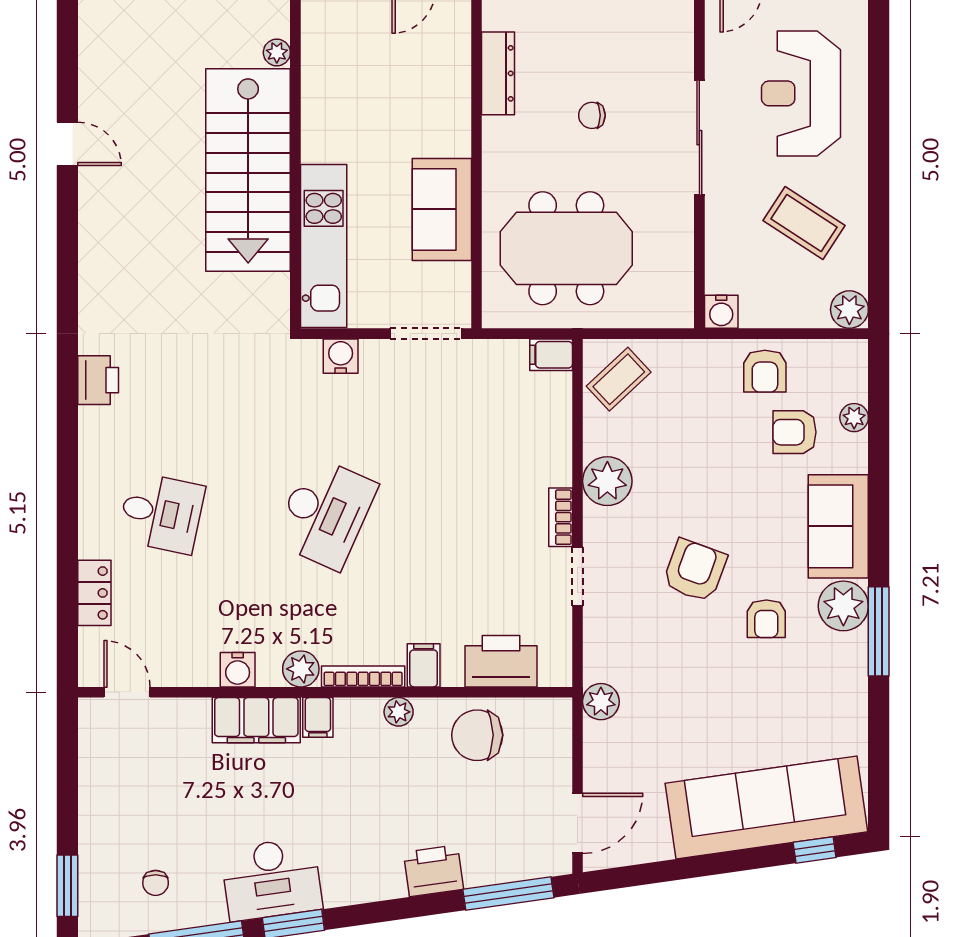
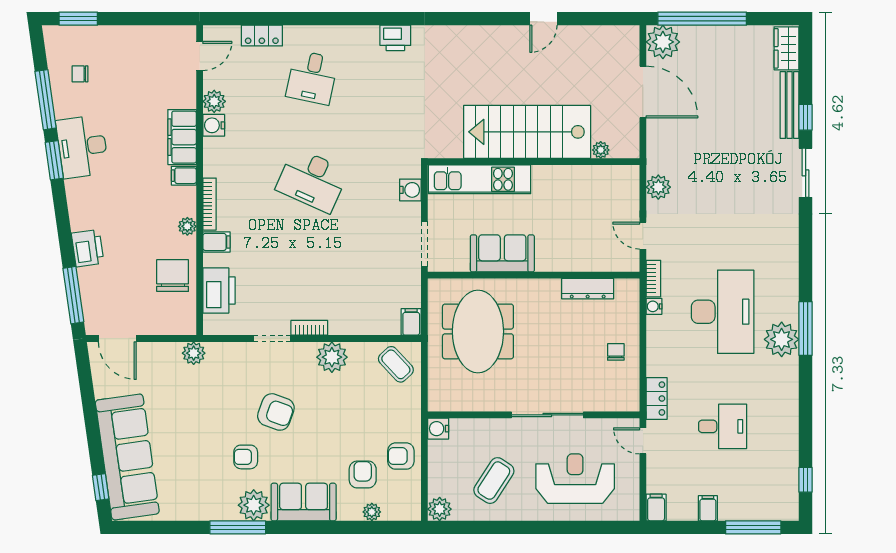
chair: (592, 115) -> (616, 352), moved
plant: (301, 669) -> (214, 101), moved

